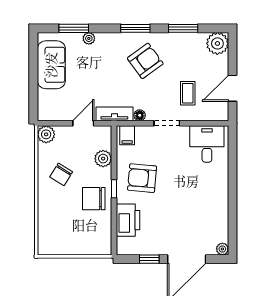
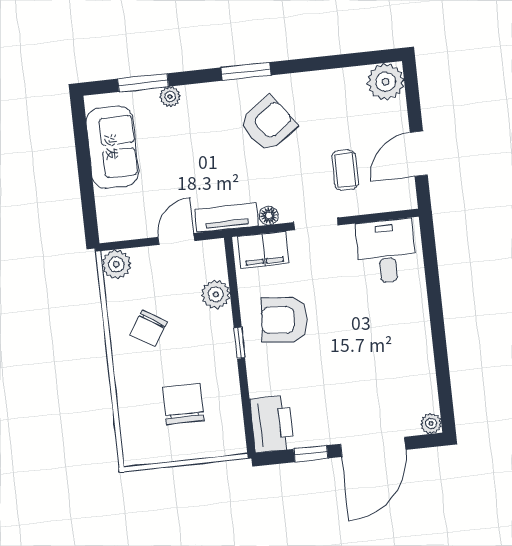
window: (183, 28) -> (326, 63), removed
filing cabinet: (127, 135) -> (264, 250), width x2.00
chair: (94, 199) -> (183, 404), moved, turned 90
printer: (128, 220) -> (272, 424), moved

